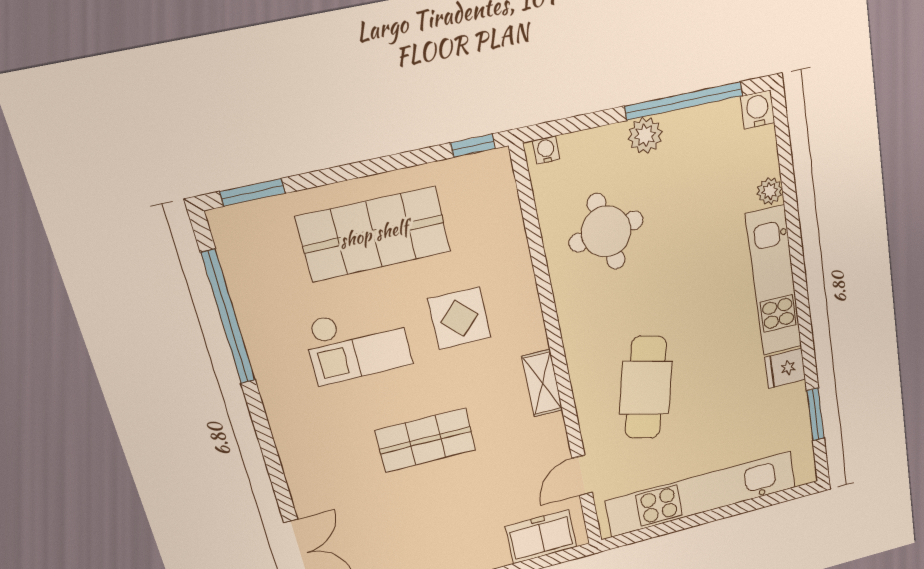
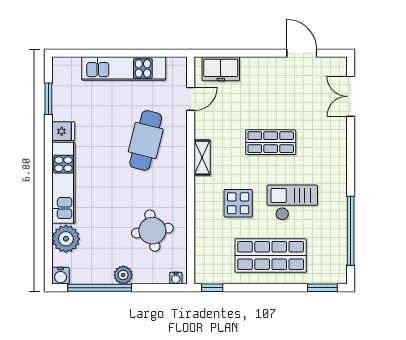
plant: (770, 191) -> (66, 239), width x1.87, depth x1.87
kitchen unit: (702, 494) -> (124, 69), width x0.73

